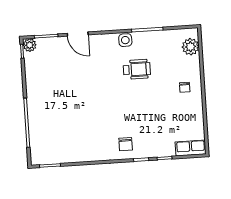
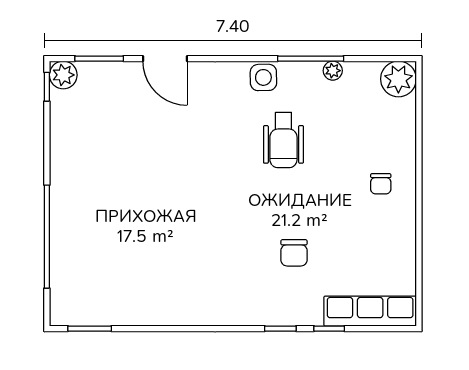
plant: (158, 35) -> (333, 71), added
plant: (191, 47) -> (398, 79), moved
wheelchair: (137, 69) -> (283, 140), turned 90
chair: (126, 144) -> (294, 253), moved
row of seats: (191, 148) -> (370, 311), width x1.48

